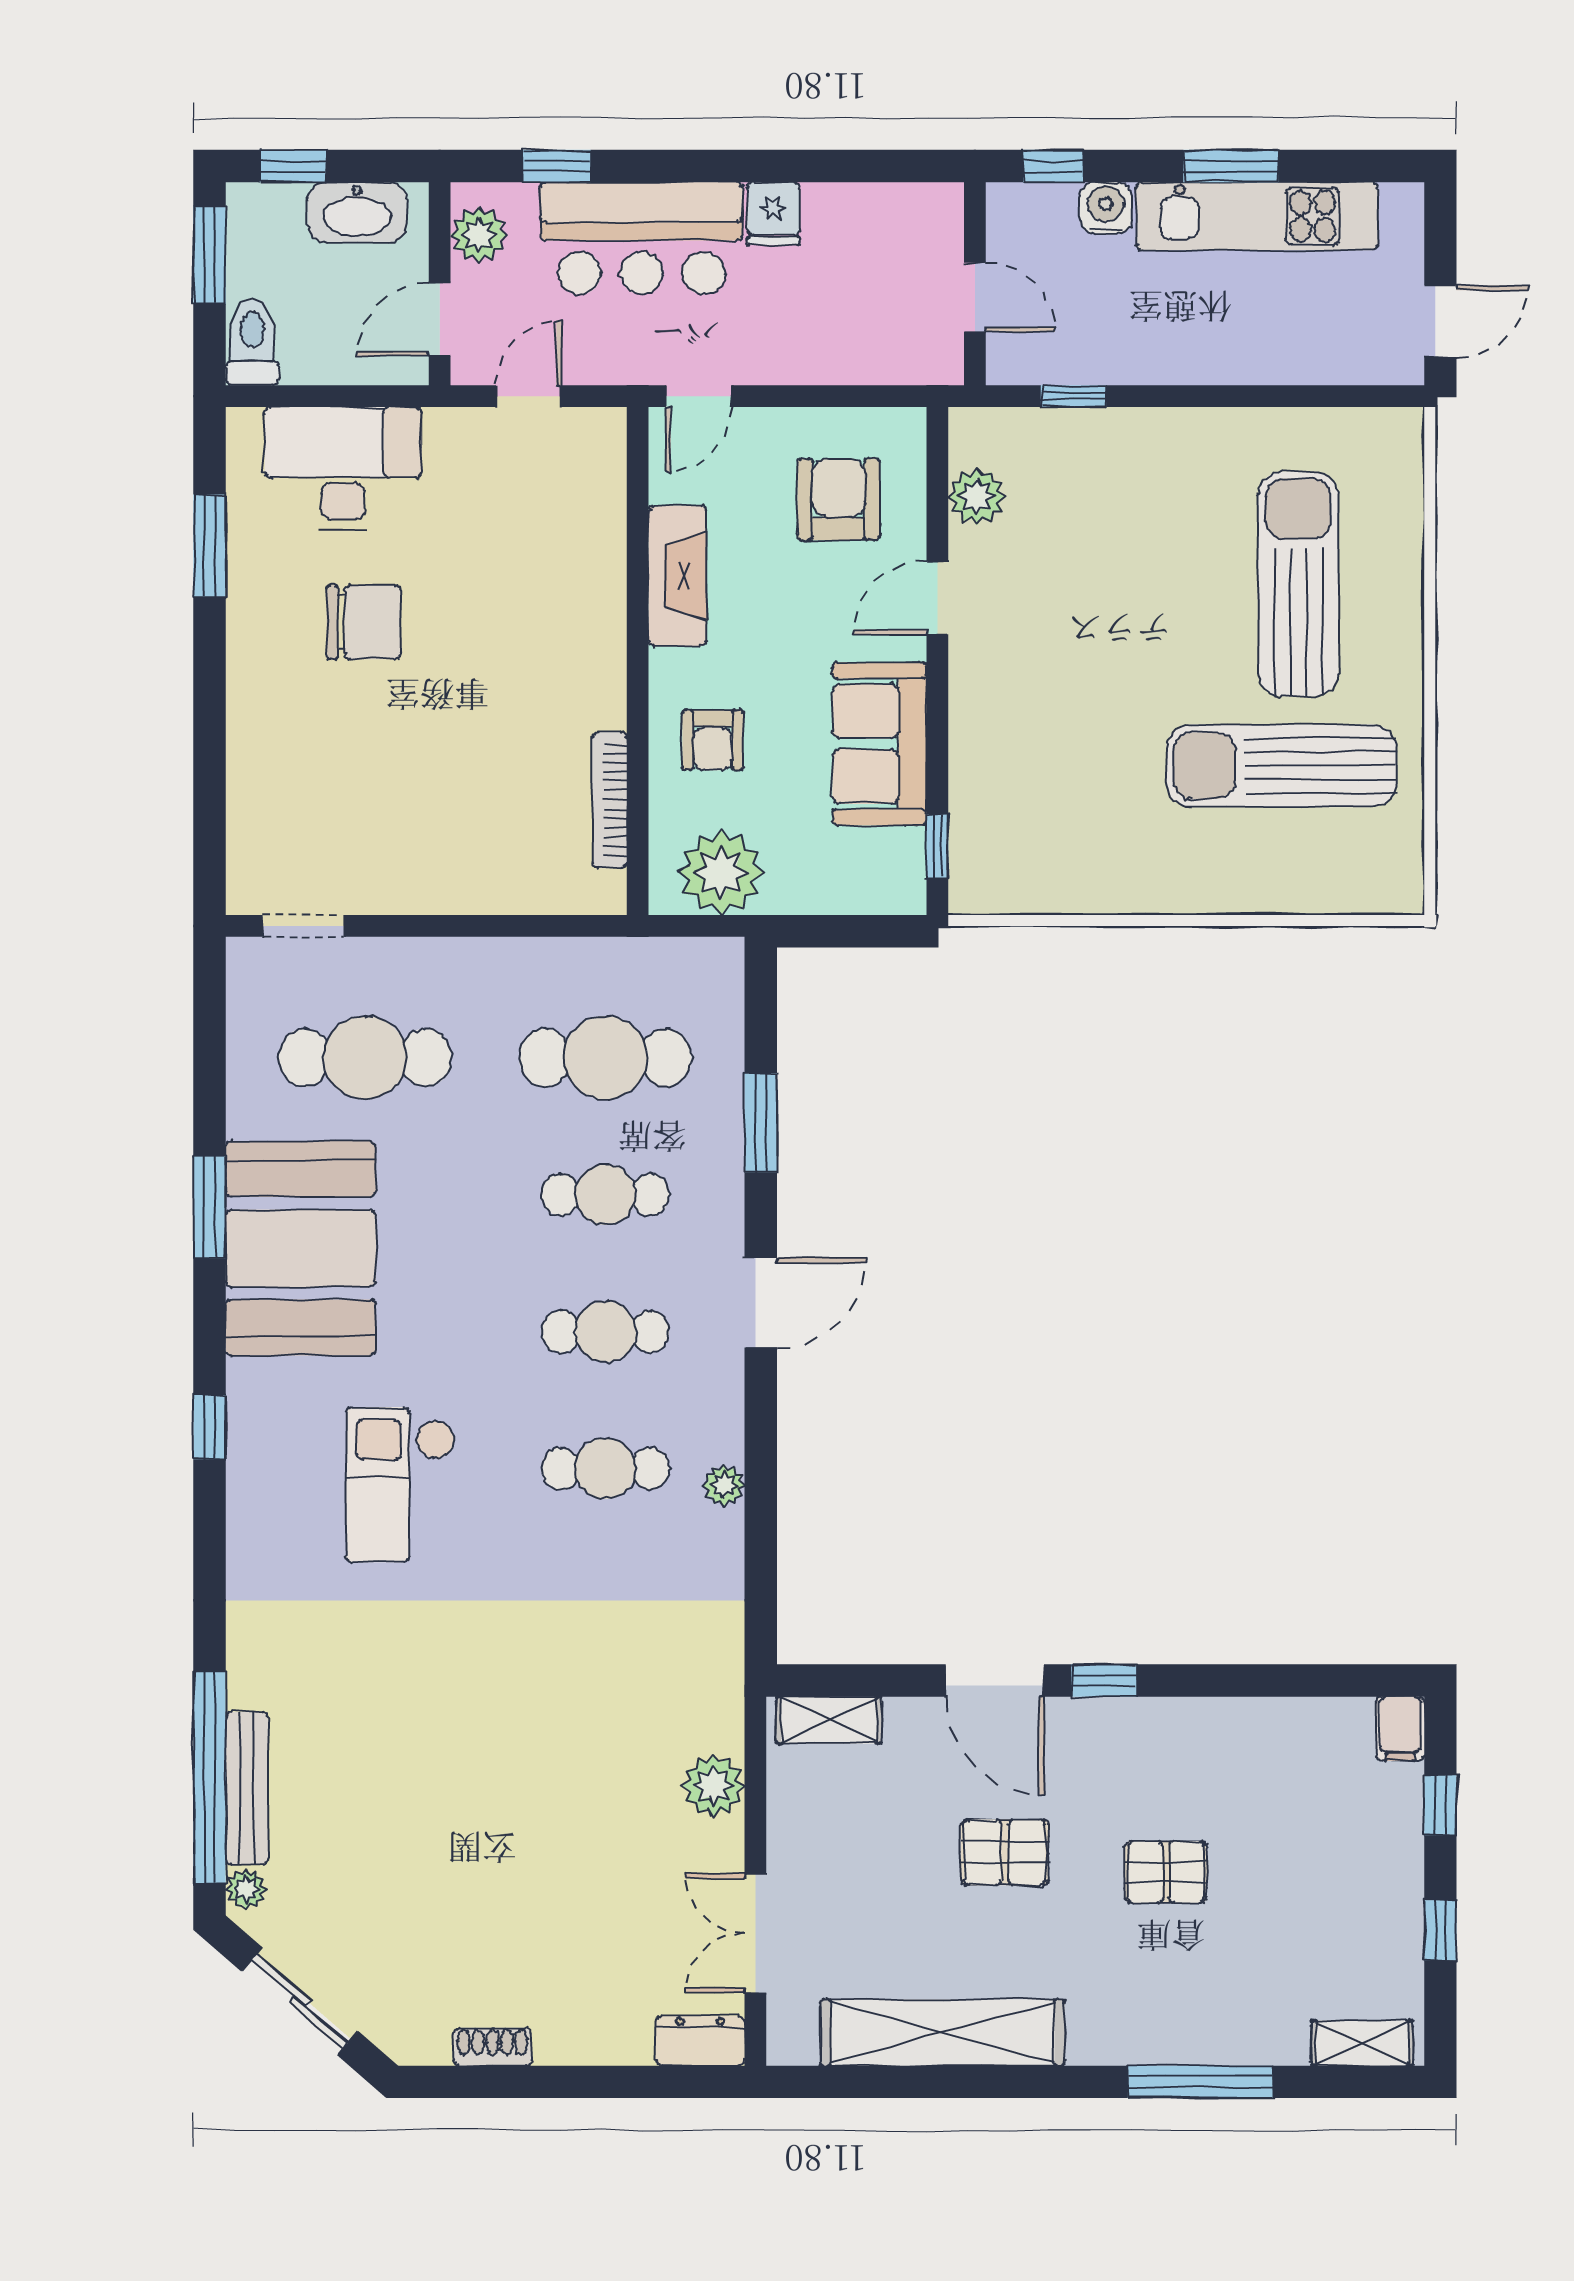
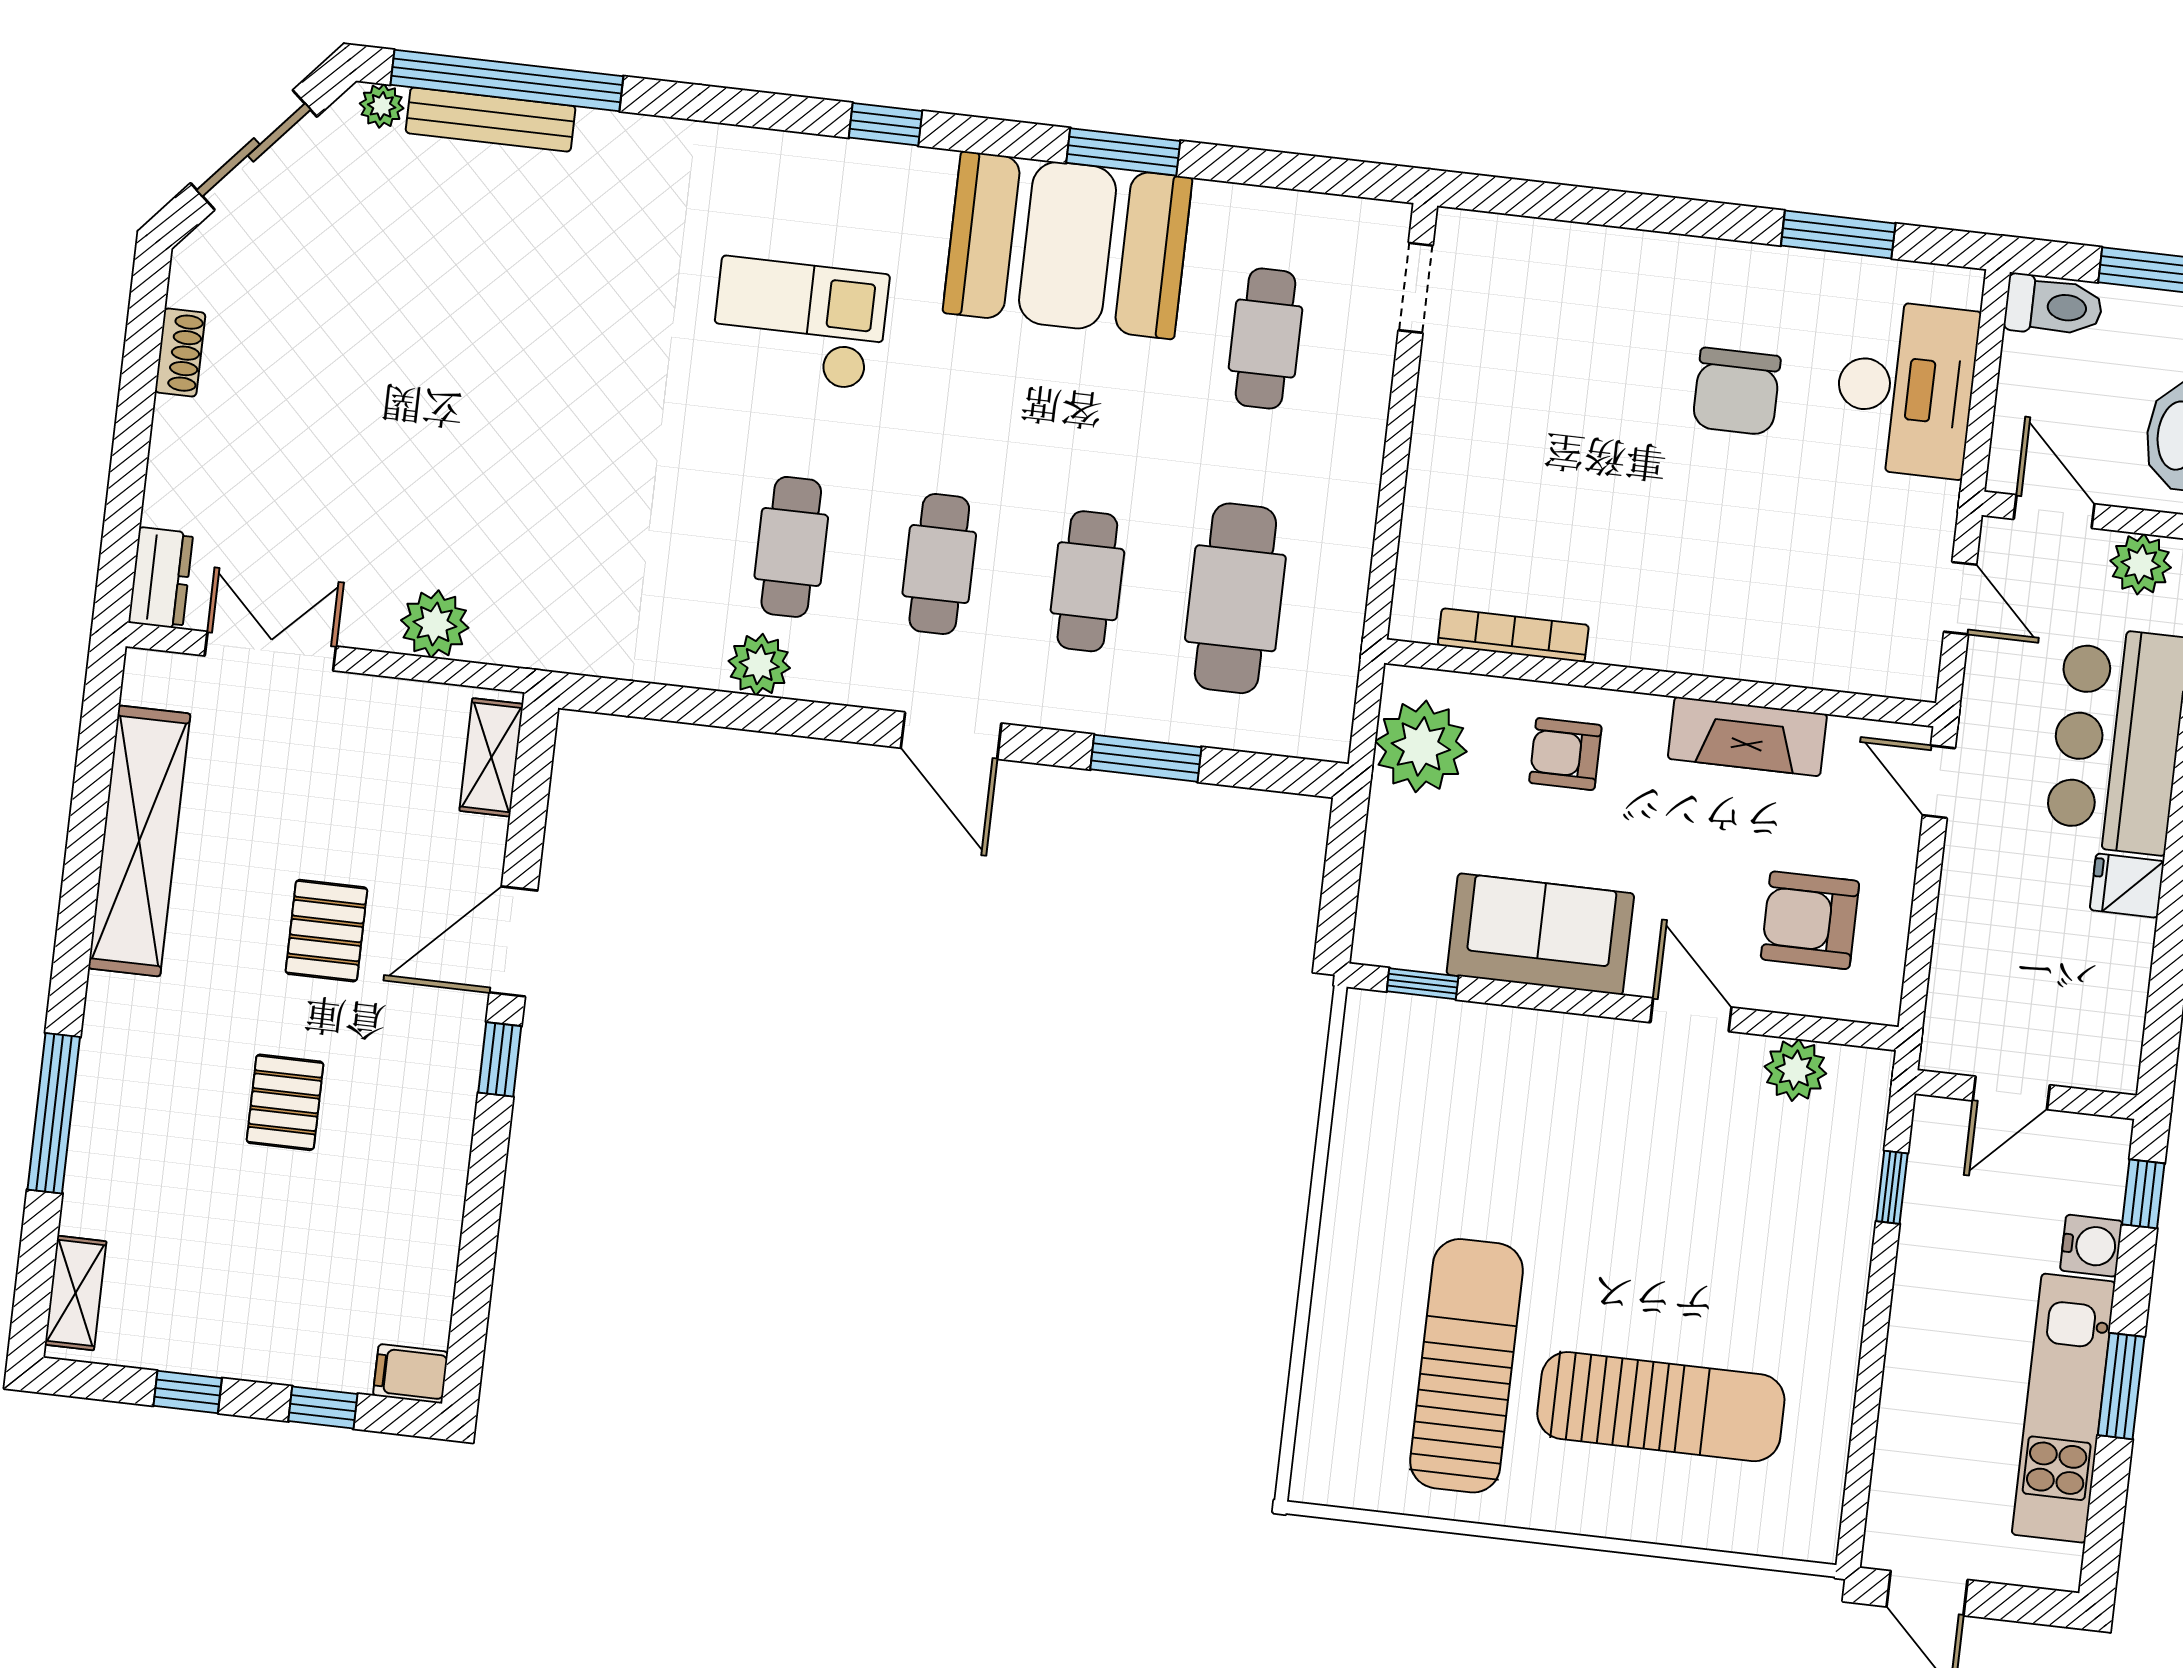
armchair: (838, 499) -> (1810, 920), turned 180
cafe table: (365, 1058) -> (1266, 339), width x0.73, depth x0.74
plant: (724, 1485) -> (759, 665), width x1.38, depth x1.38

